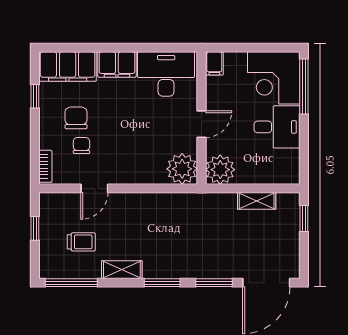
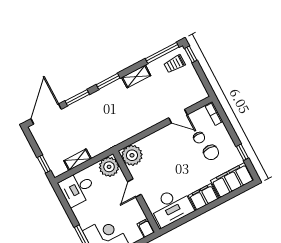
desk: (277, 127) -> (77, 189), moved
door: (94, 188) -> (178, 116), swing flipped
window: (35, 228) -> (191, 54), moved
trolley: (81, 242) -> (175, 64), moved

